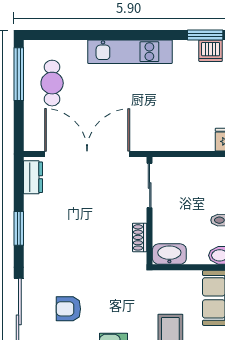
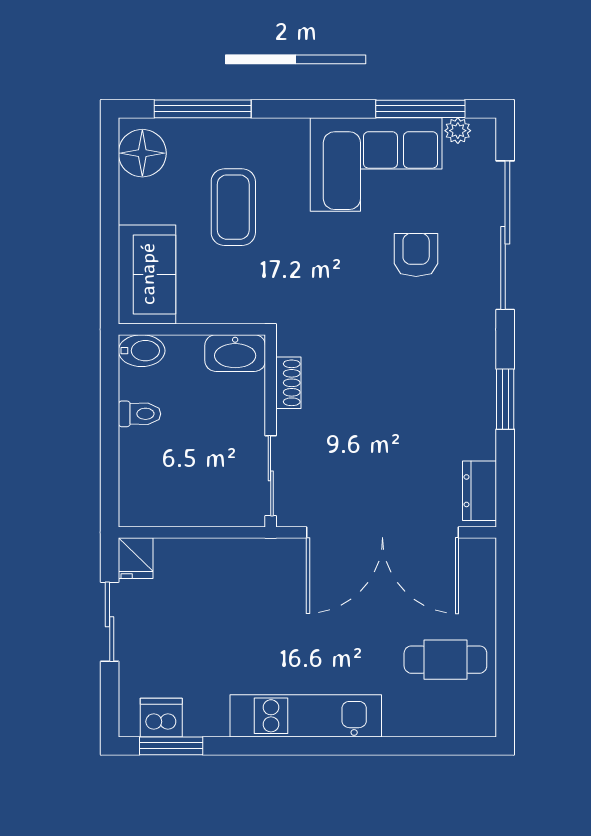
window: (19, 74) -> (505, 675), removed
cafe table: (52, 83) -> (445, 660), turned 90
armchair: (68, 309) -> (416, 255), turned -90

